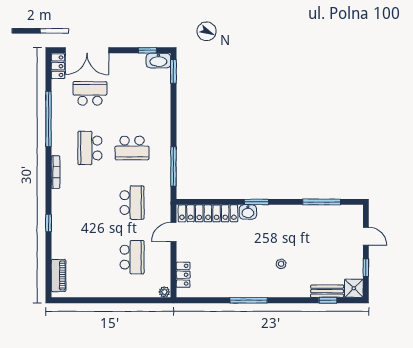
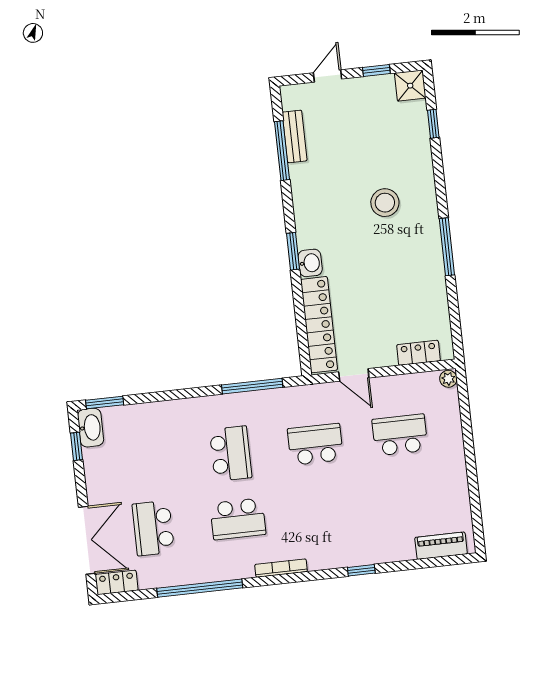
stool: (281, 264) -> (385, 203), width x1.89, depth x1.89
bench: (327, 291) -> (295, 136), moved

